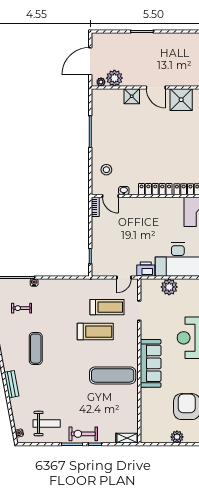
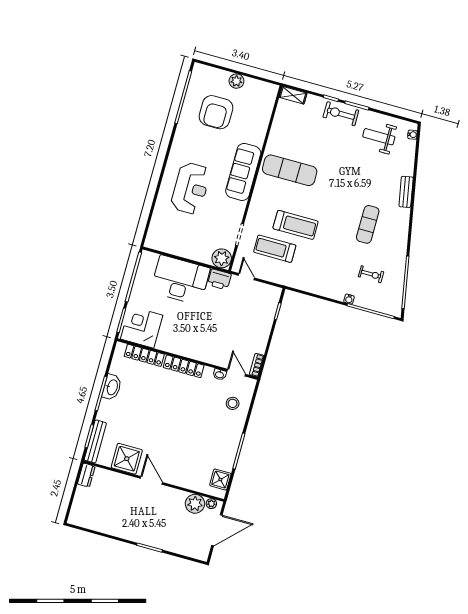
shower: (132, 96) -> (220, 480), moved
door: (124, 278) -> (246, 277), hinge flipped
plant: (169, 287) -> (222, 258), moved
treadmill: (95, 332) -> (296, 225), turned 180
exercise bike: (83, 434) -> (341, 114), turned 180

